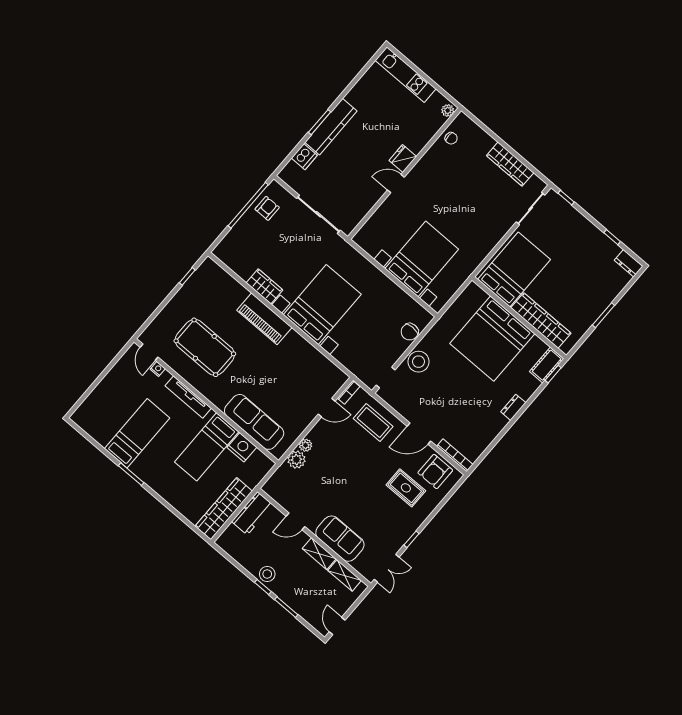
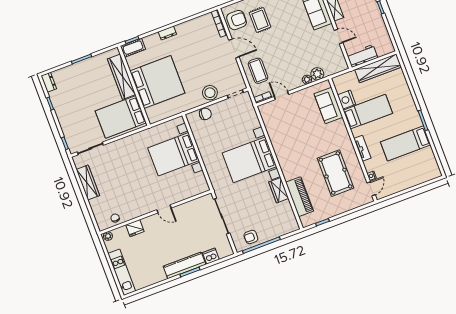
fridge: (403, 158) -> (135, 228), moved
piano: (264, 319) -> (300, 197), moved
tv unit: (188, 397) -> (362, 148), width x0.71
sofa: (254, 422) -> (328, 106), width x0.73
stool: (267, 574) -> (373, 14), removed

